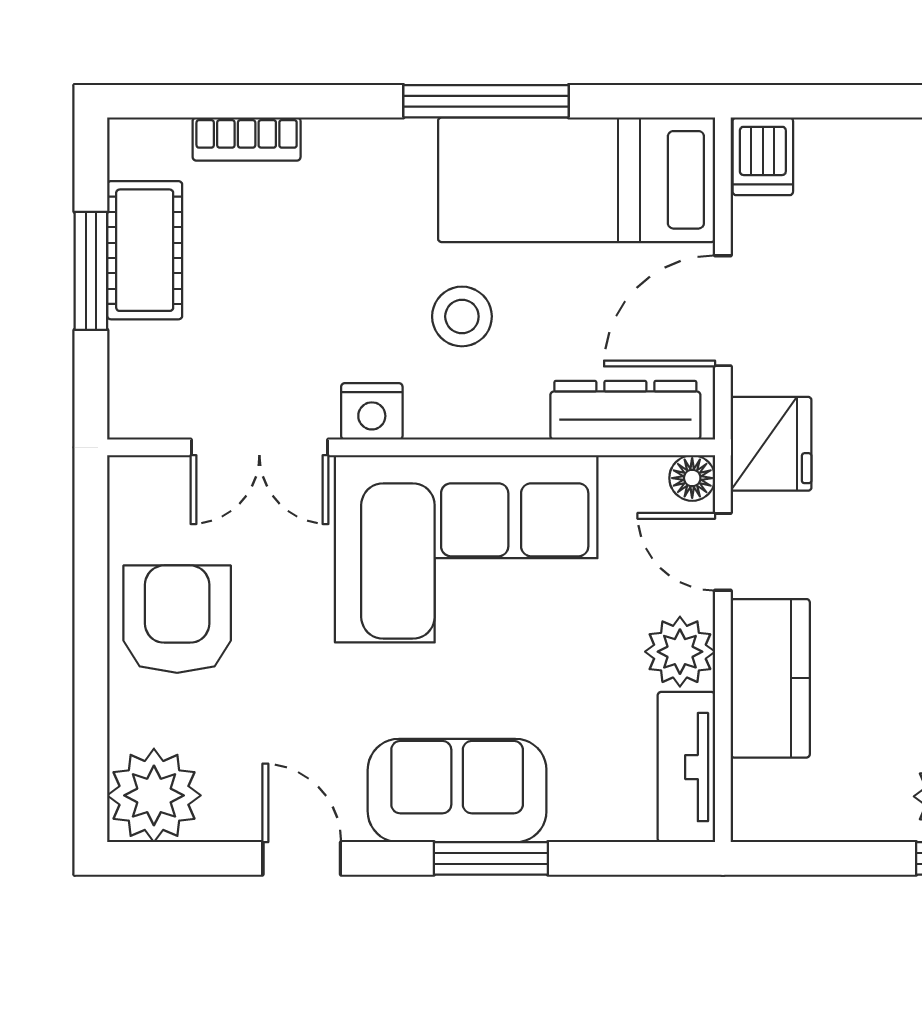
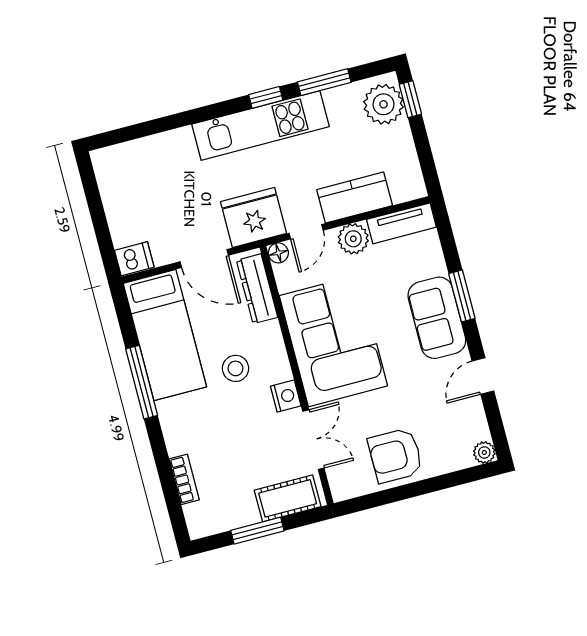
cot: (145, 250) -> (288, 498), moved
fridge: (771, 444) -> (254, 218), width x1.36, depth x1.34
plant: (154, 795) -> (484, 452), width x0.53, depth x0.53

